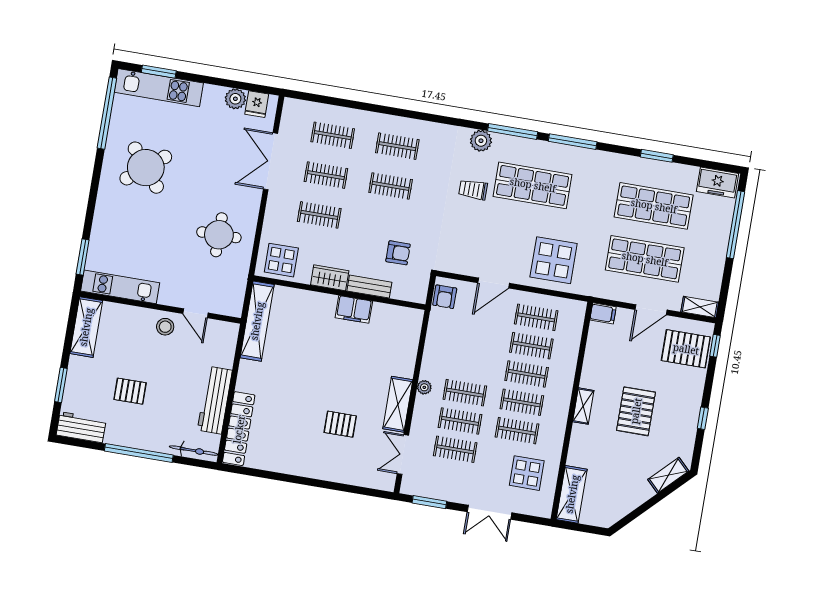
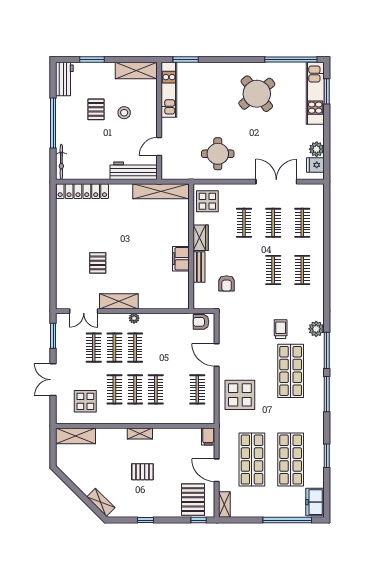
stool: (165, 327) -> (124, 113), moved
clothes rail: (531, 346) -> (177, 389), removed
workbench: (215, 400) -> (134, 171), moved
pallet: (636, 411) -> (142, 472), width x0.67, depth x0.71
double door: (403, 455) -> (84, 311), swing flipped

